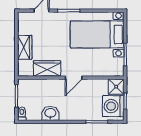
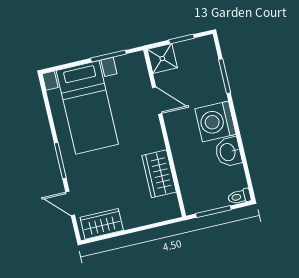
wardrobe: (25, 47) -> (102, 224), moved
door: (74, 78) -> (157, 101), moved
washing machine: (113, 106) -> (215, 122), moved, turned 90

